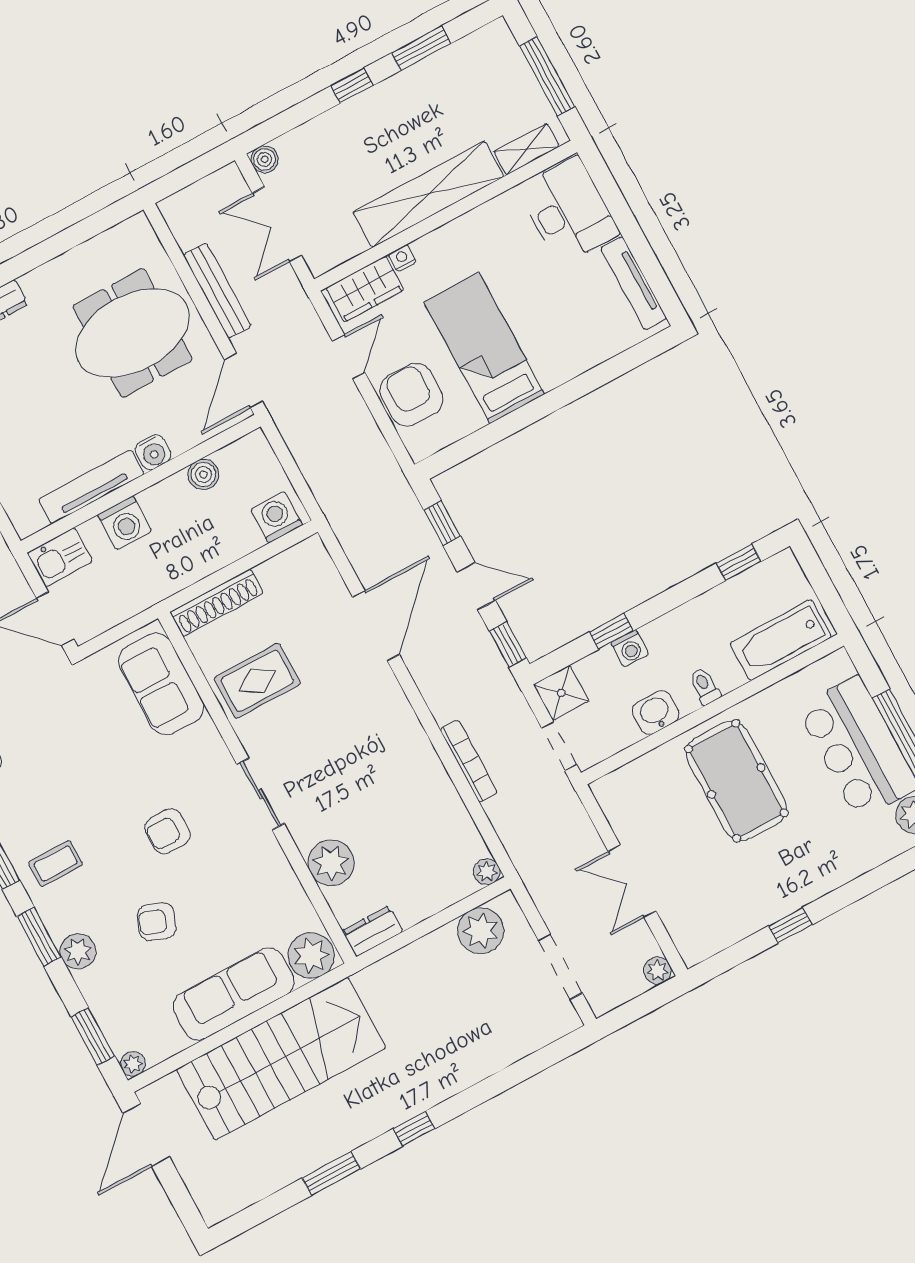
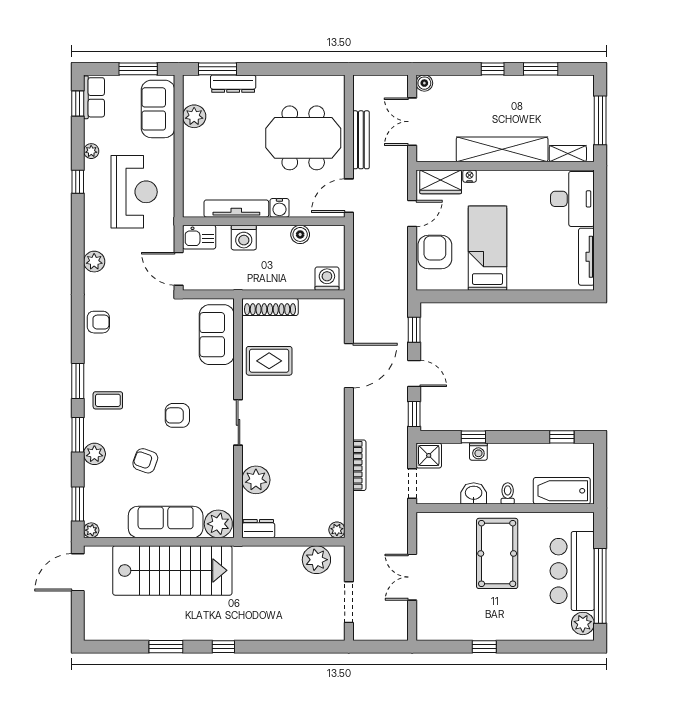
plant: (657, 970) -> (400, 632), removed

